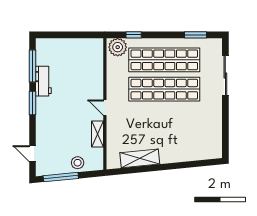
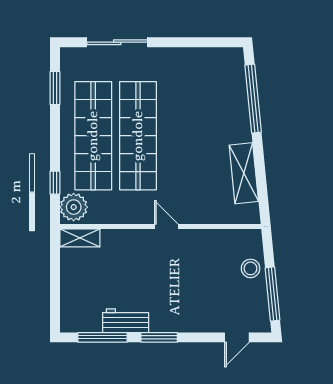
door: (105, 108) -> (166, 227), swing flipped
shelving: (97, 134) -> (80, 238), moved
window: (189, 164) -> (253, 99), added

